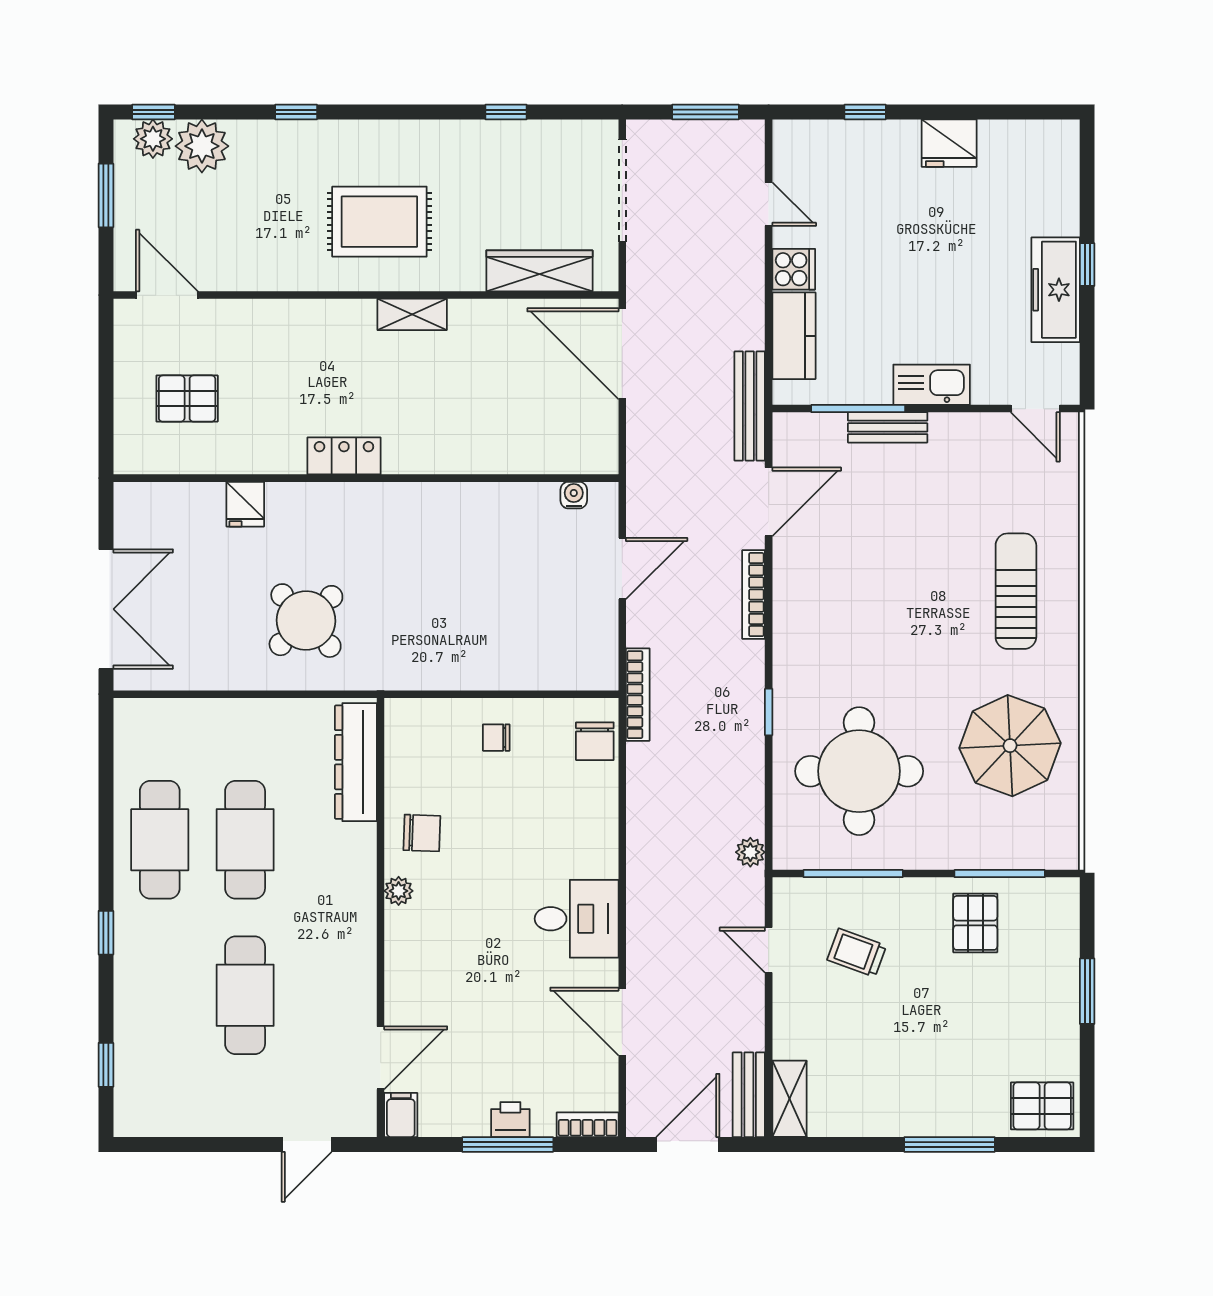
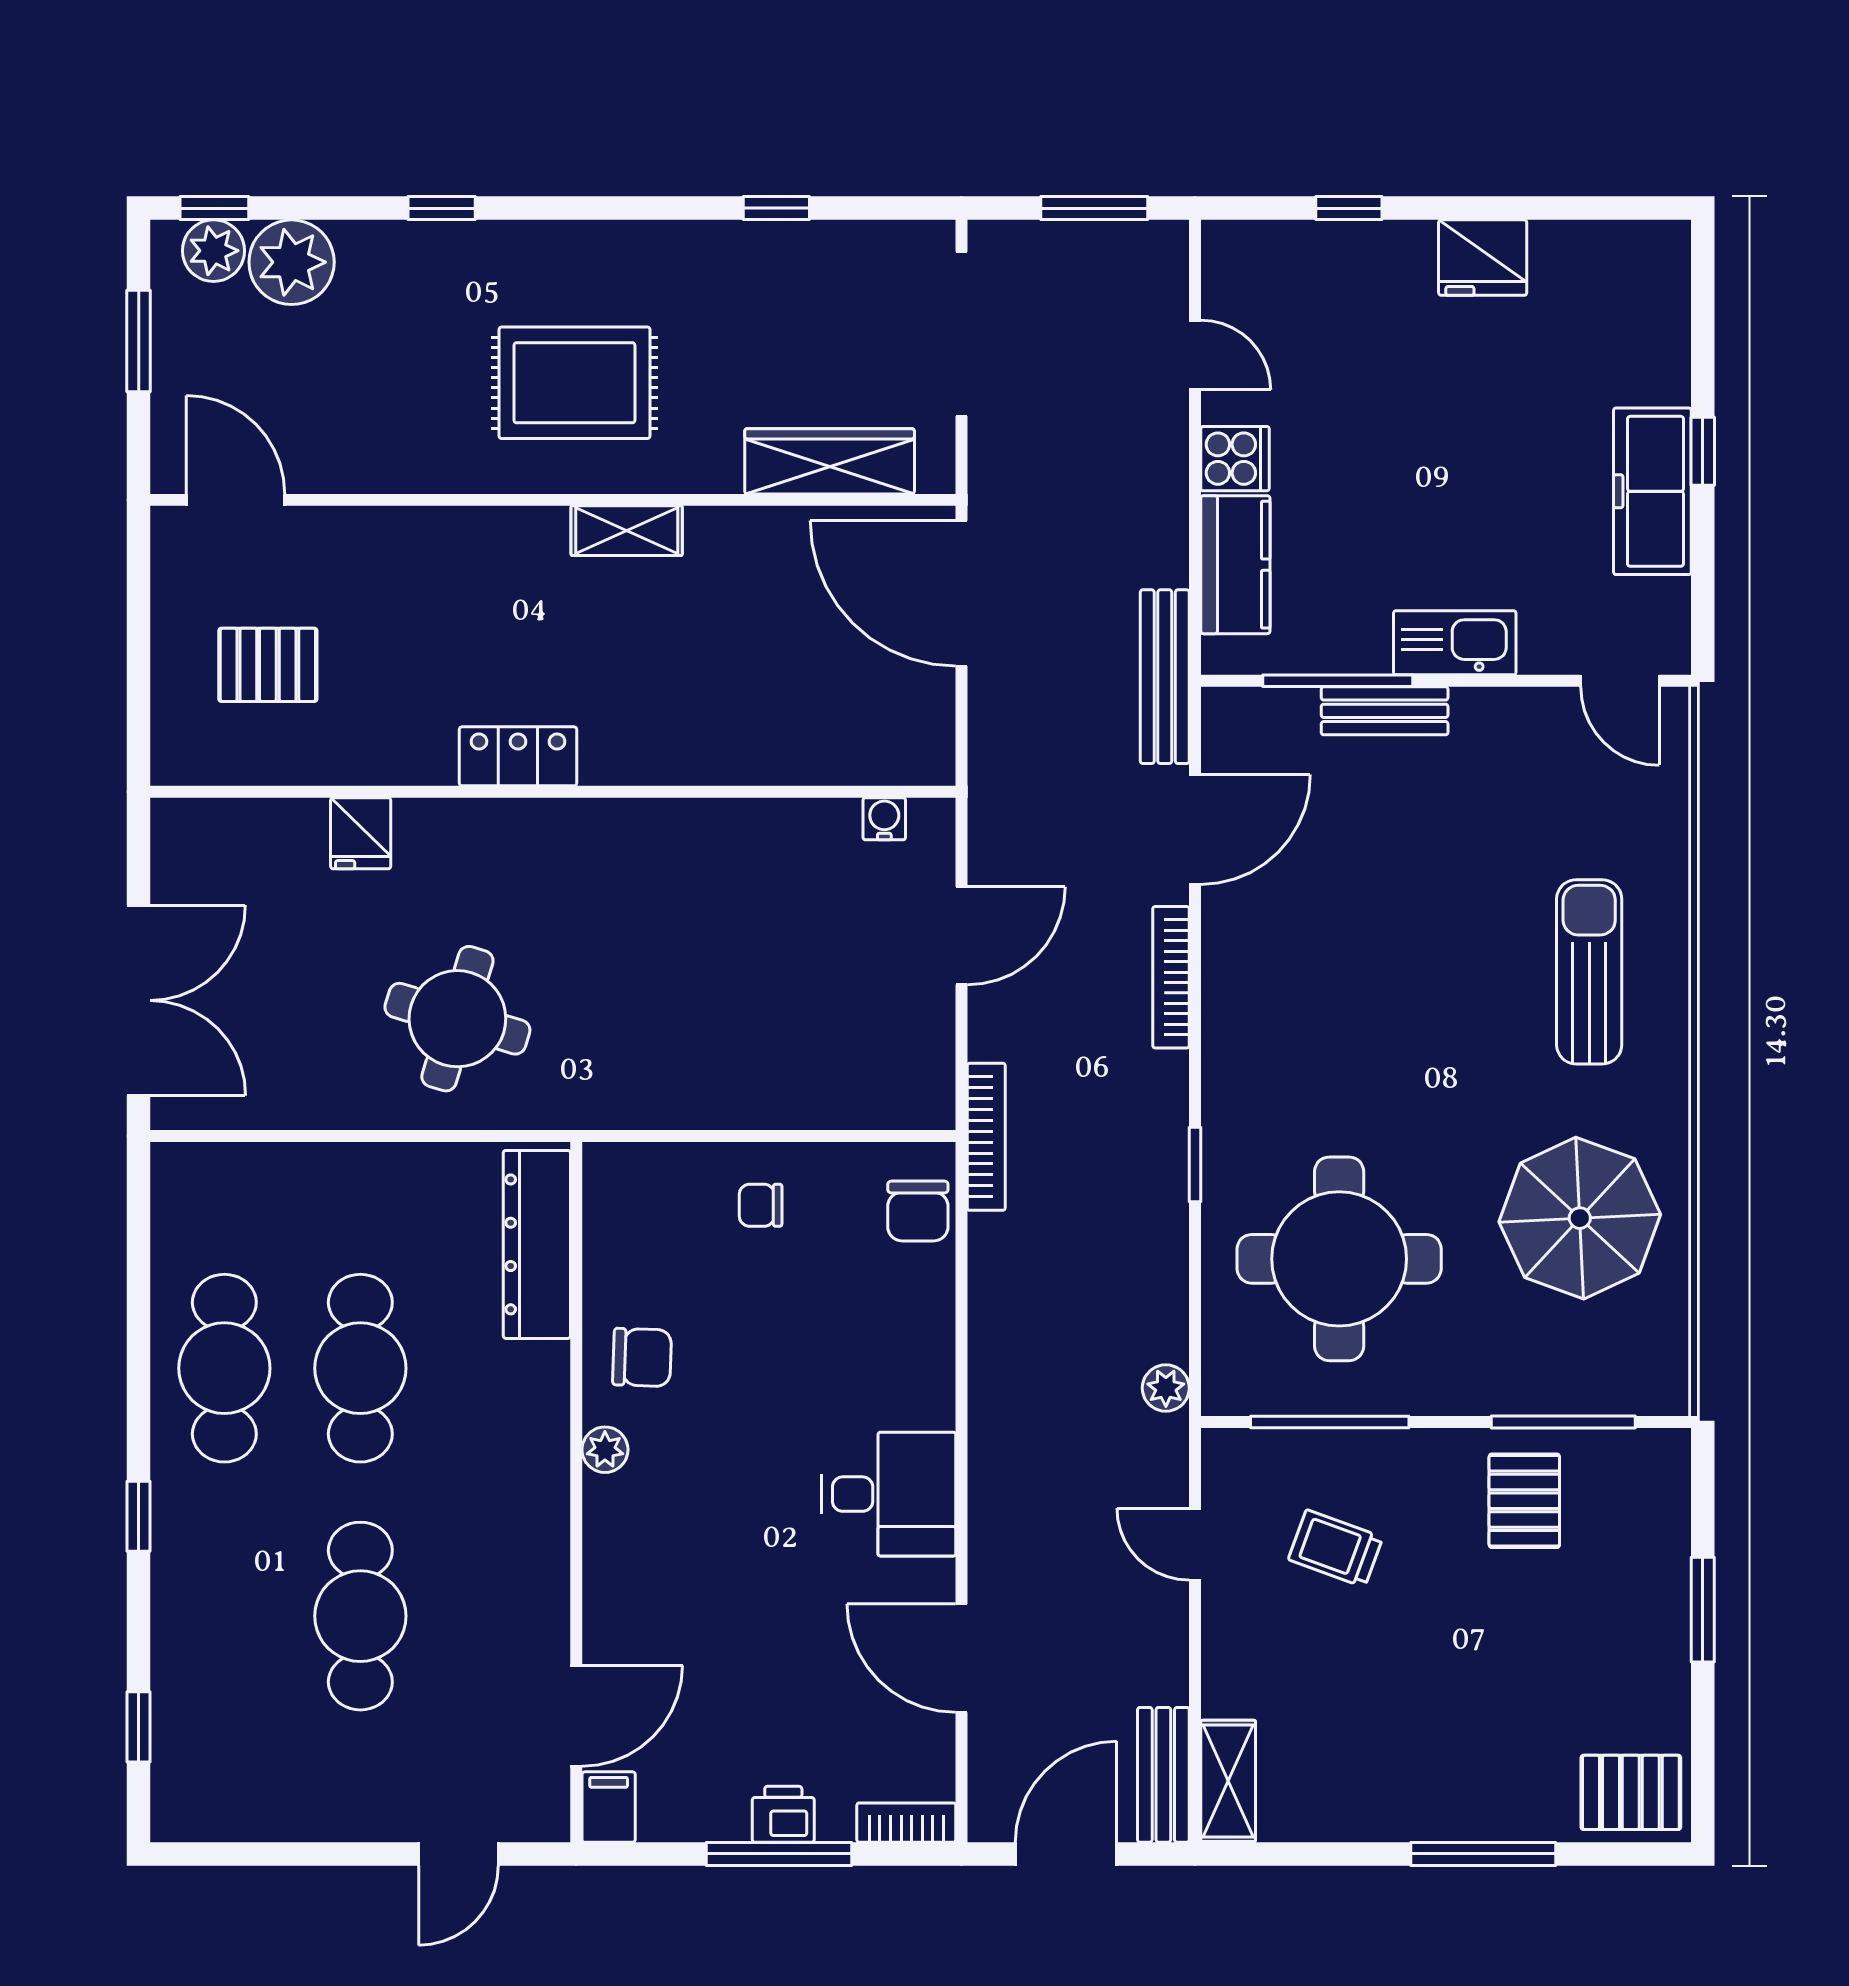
round table: (306, 621) -> (457, 1019), turned -30

